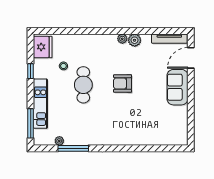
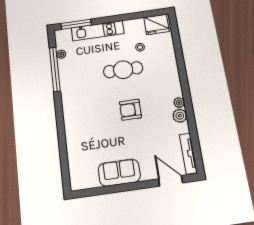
window: (31, 71) -> (130, 16), removed
armchair: (123, 83) -> (130, 110), turned -90
sofa: (177, 87) -> (119, 173), moved
window: (73, 148) -> (55, 69), width x1.46

